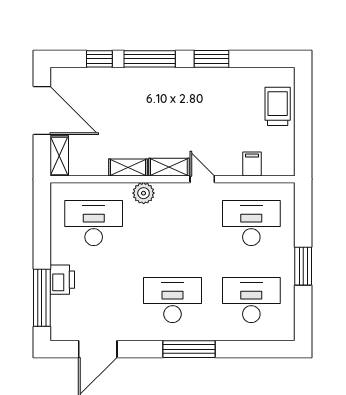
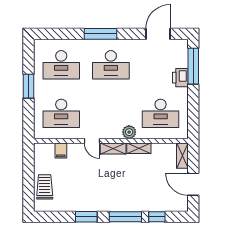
trolley: (278, 106) -> (45, 187), turned 180
door: (42, 110) -> (193, 184), width x0.73

